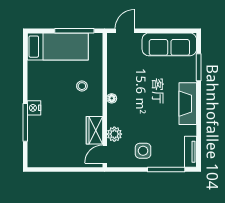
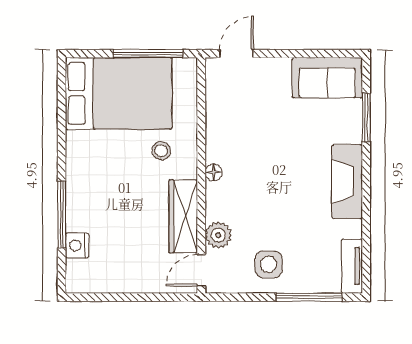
sofa: (169, 44) -> (327, 78), width x0.73
bed: (58, 47) -> (119, 93), width x1.50
nightstand: (34, 108) -> (77, 246), moved
wardrobe: (94, 130) -> (183, 216), width x1.50

